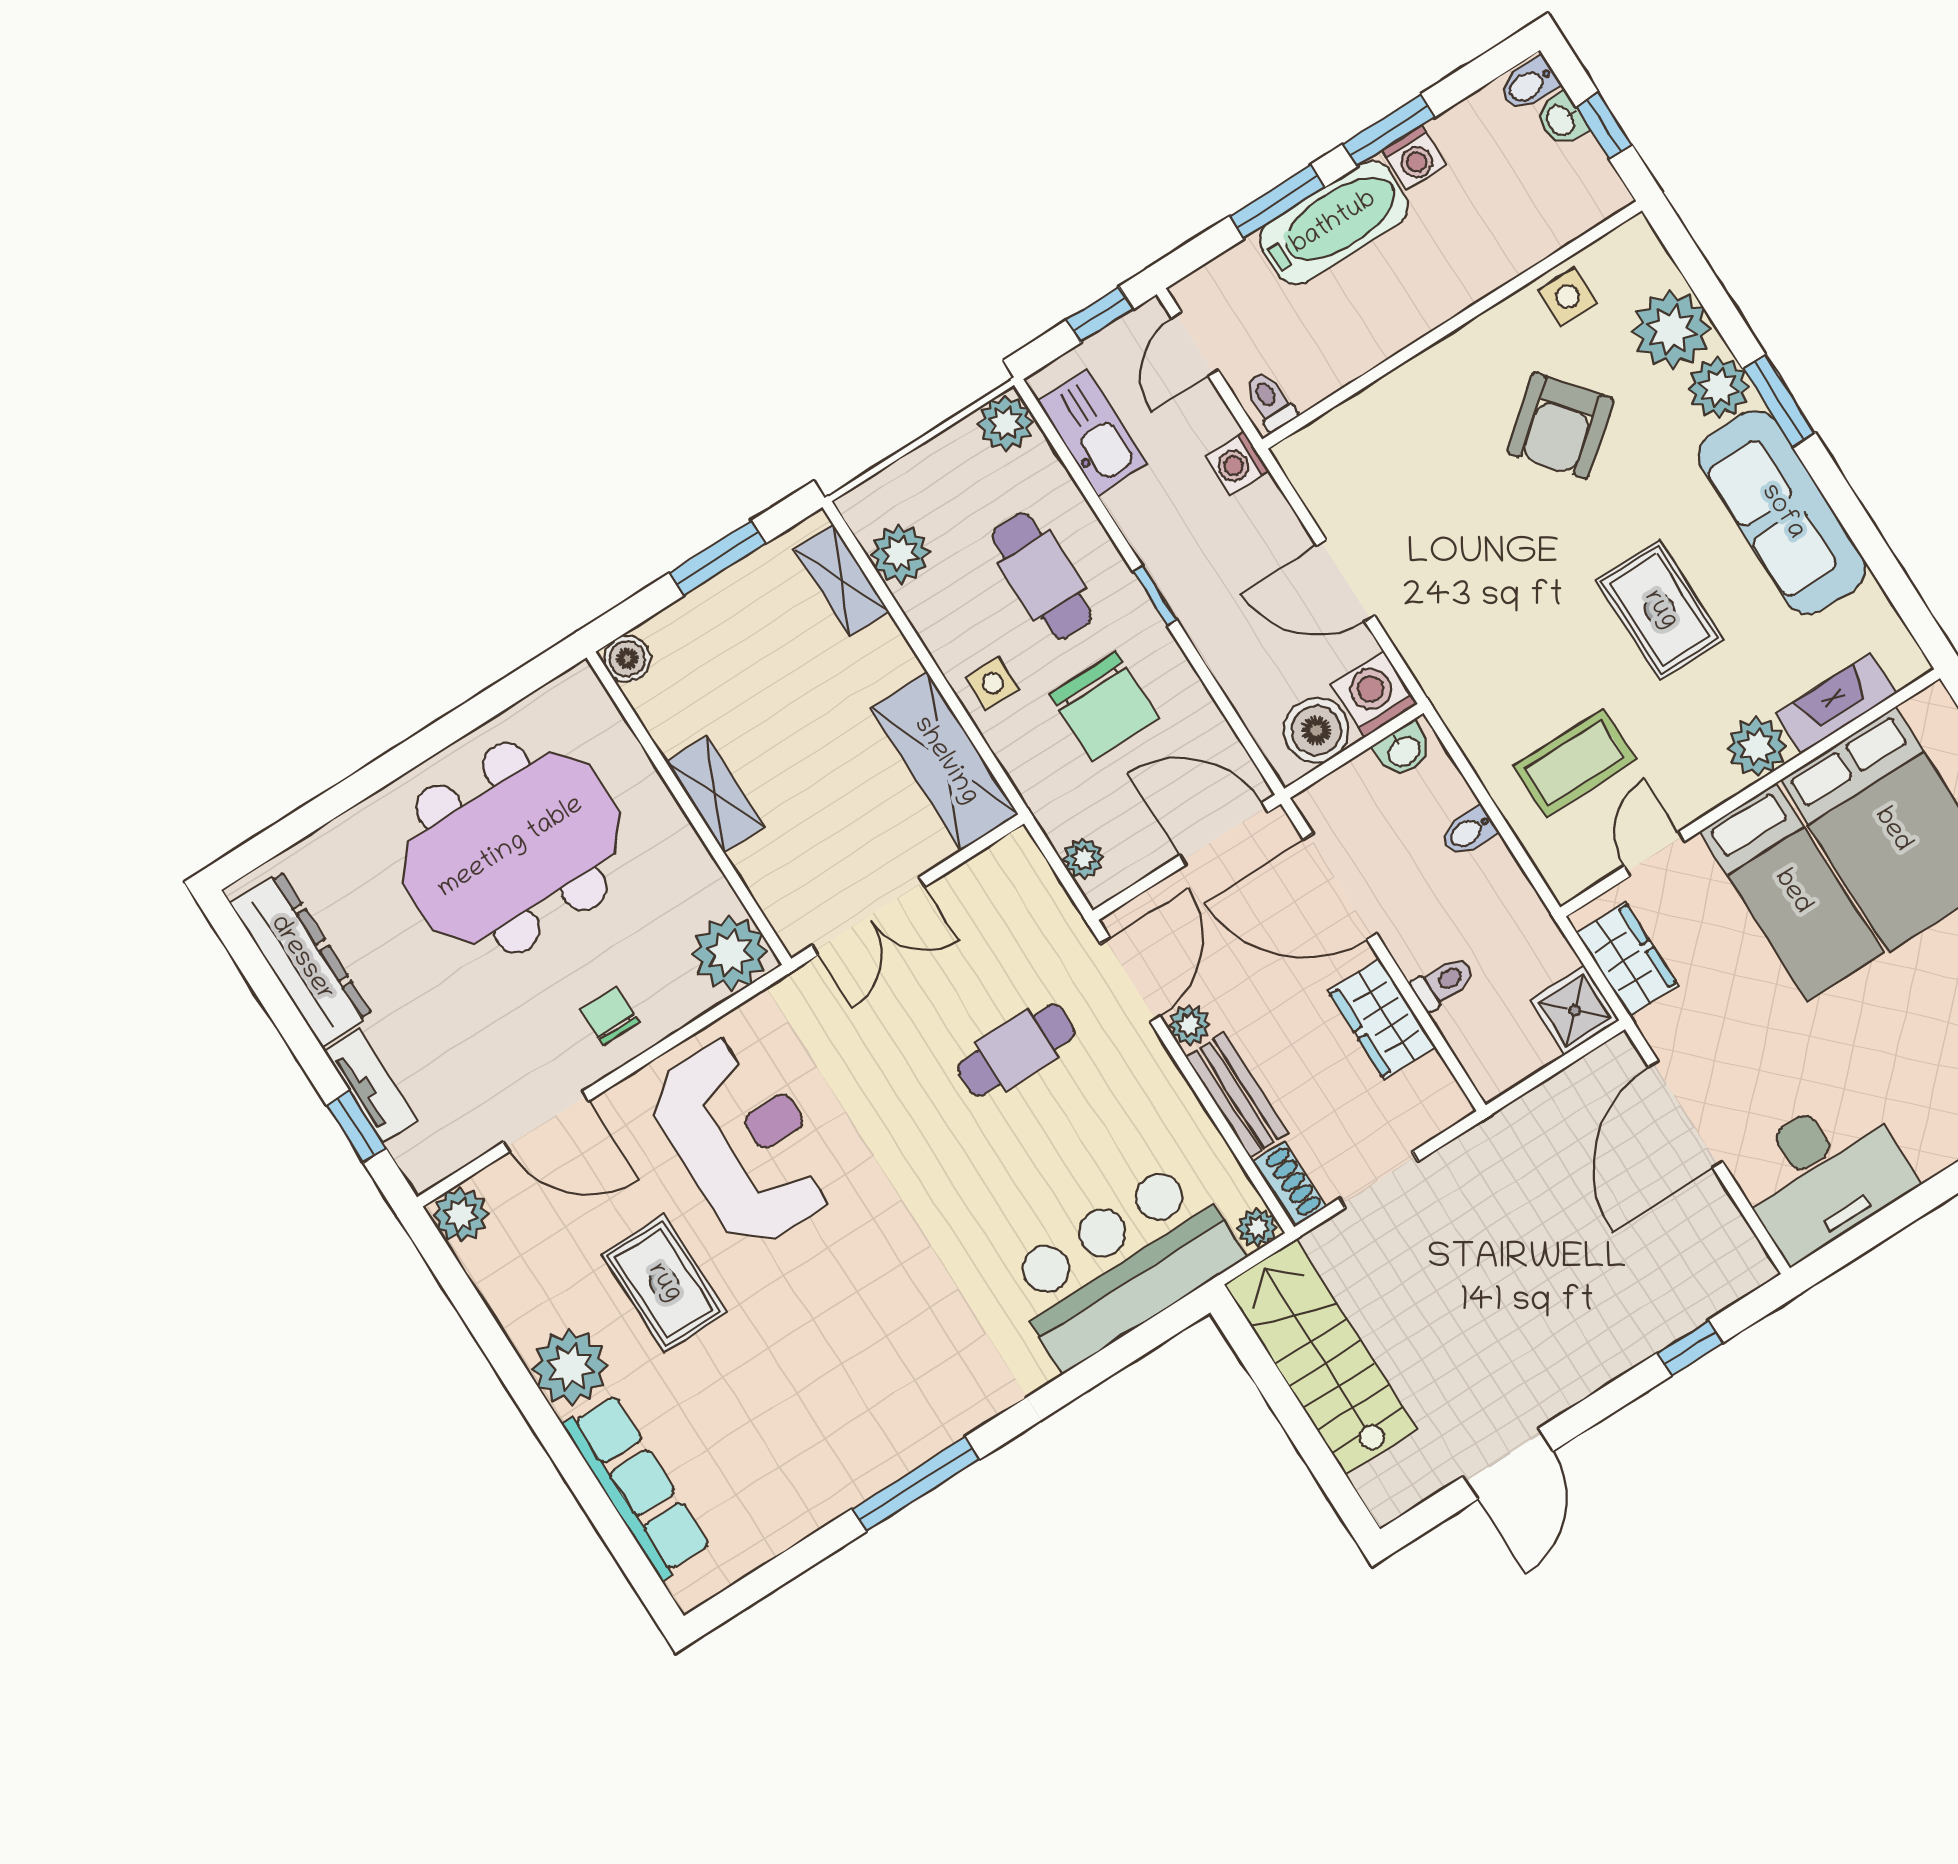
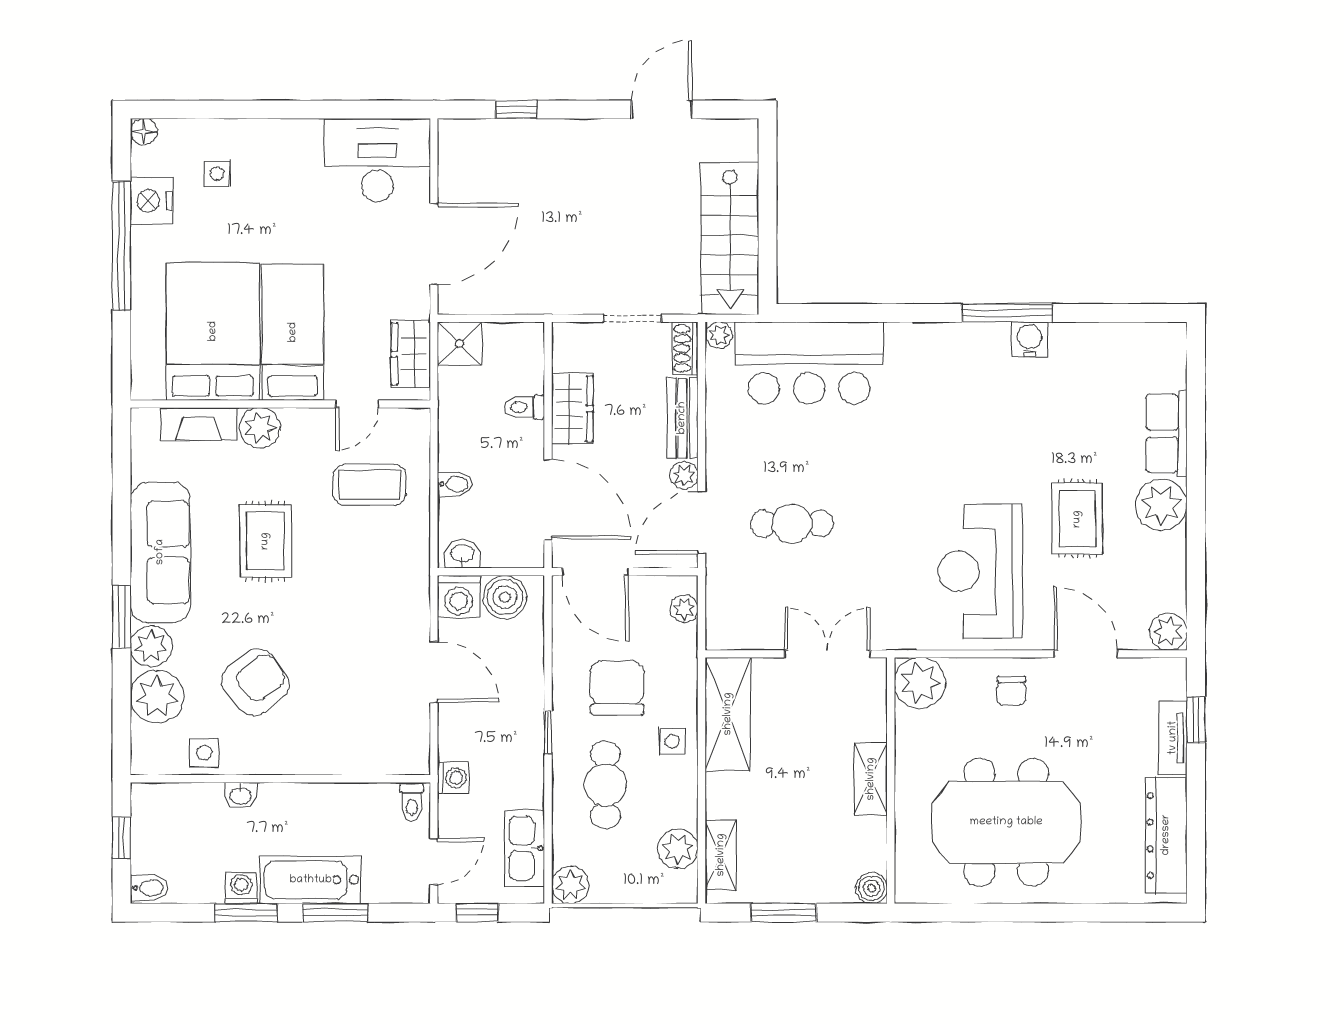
washbasin: (1561, 120) -> (240, 796), moved, turned 90
water cooler: (866, 1469) -> (1030, 340), added
row of seats: (637, 1486) -> (1166, 434), width x0.68

